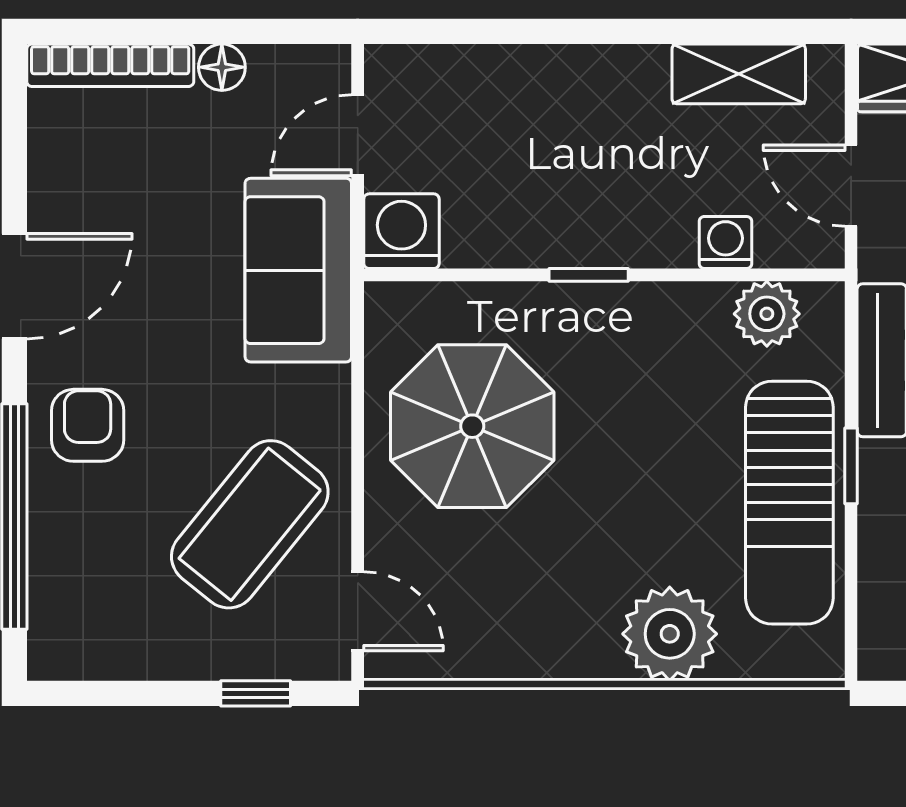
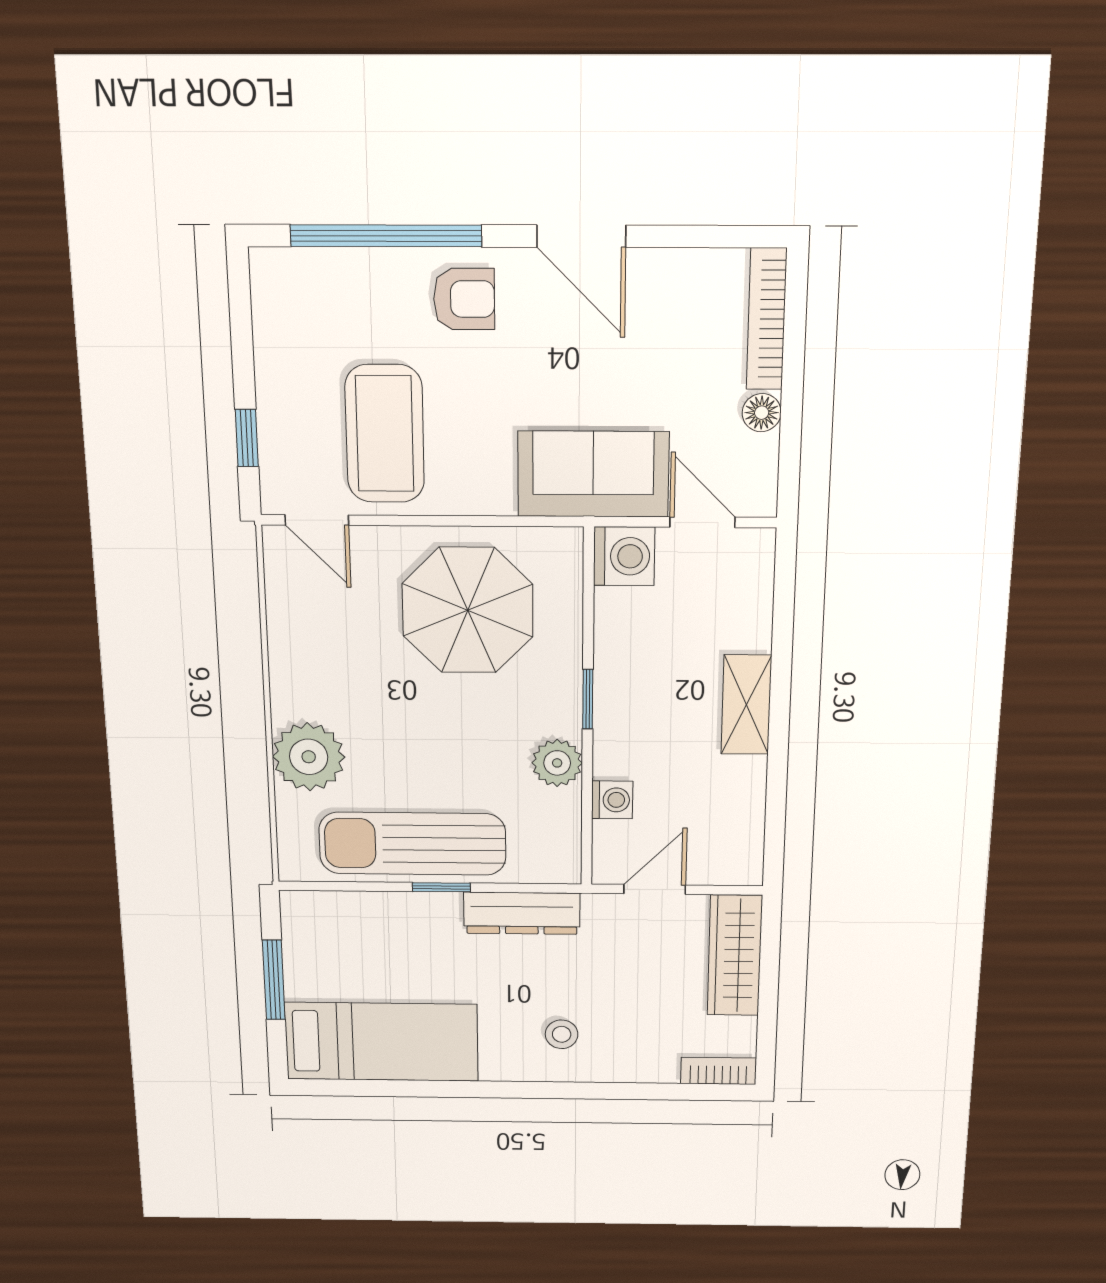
shelving: (739, 74) -> (746, 705), moved
plant: (767, 314) -> (557, 763), moved
coffee table: (250, 524) -> (385, 434), turned 51
door: (358, 611) -> (317, 520), hinge flipped

